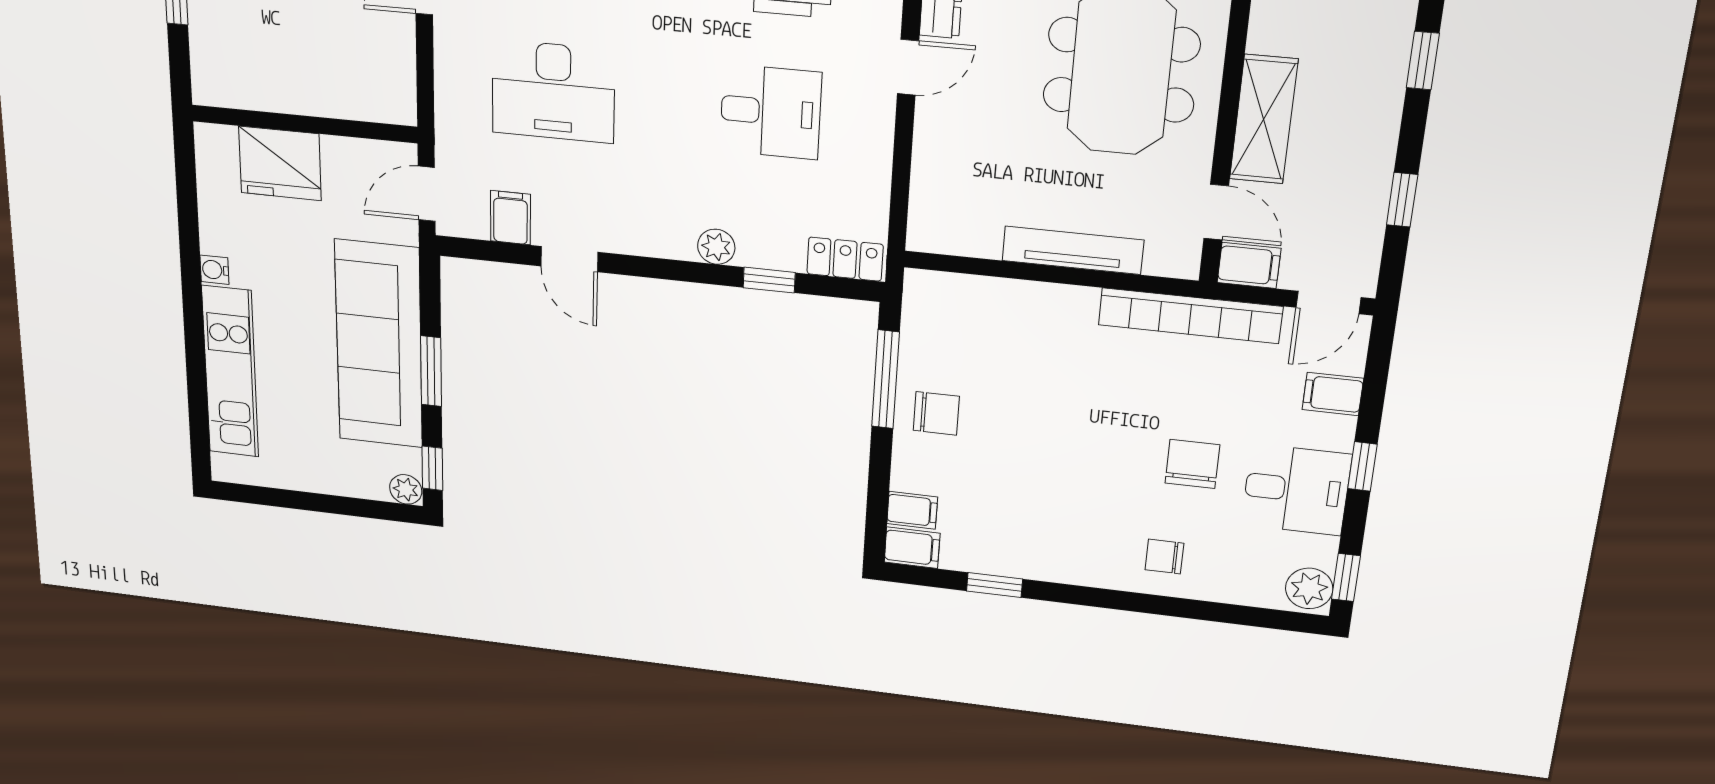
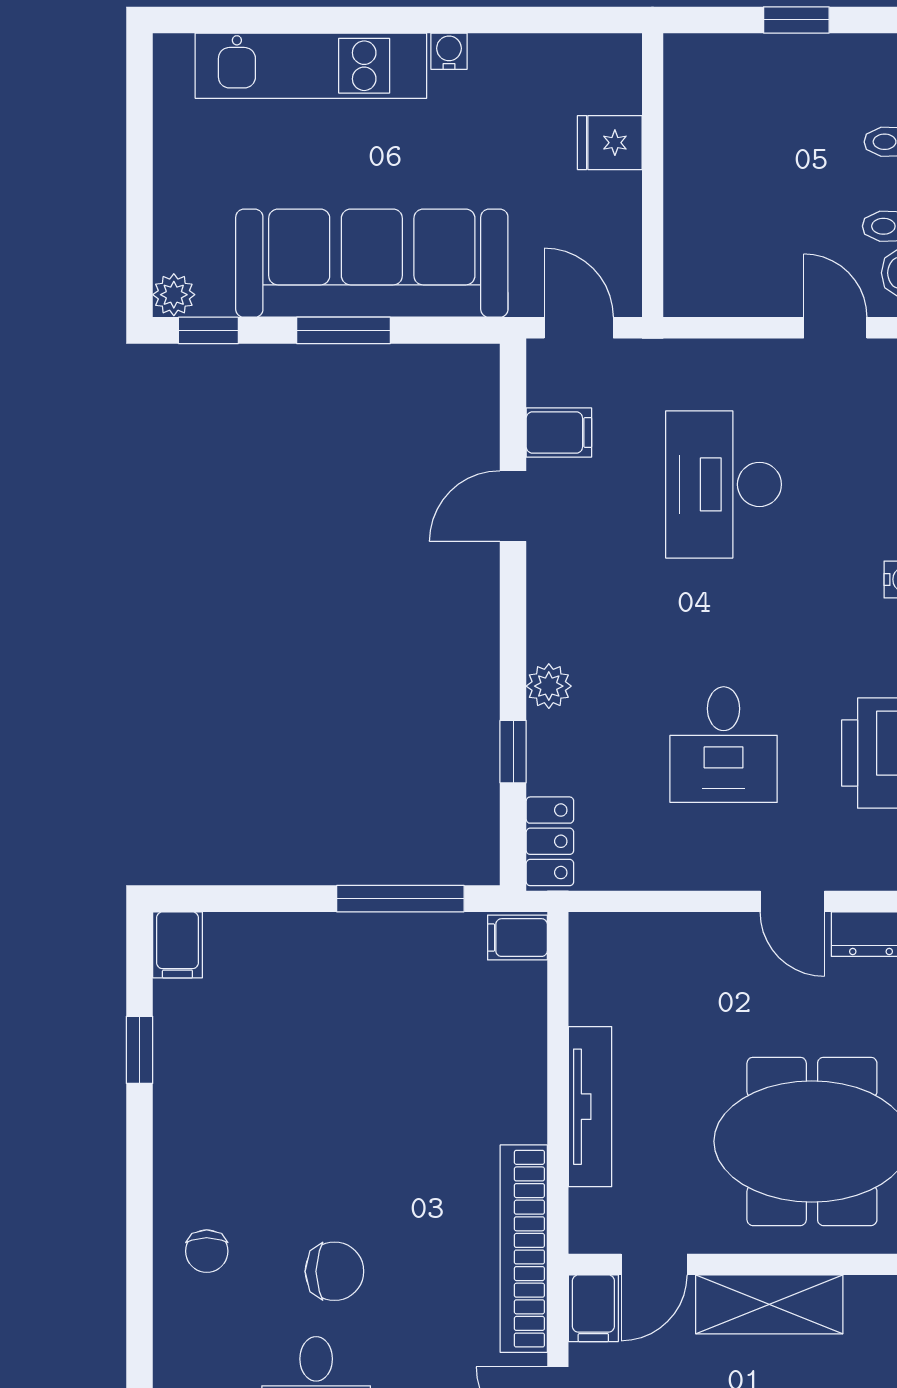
fridge: (280, 163) -> (610, 143), width x0.53, depth x0.75
chair: (936, 413) -> (363, 963), removed
filing cabinet: (912, 510) -> (517, 938), moved, turned 90
chair: (1164, 557) -> (207, 1251), turned 180

